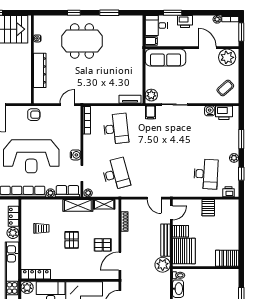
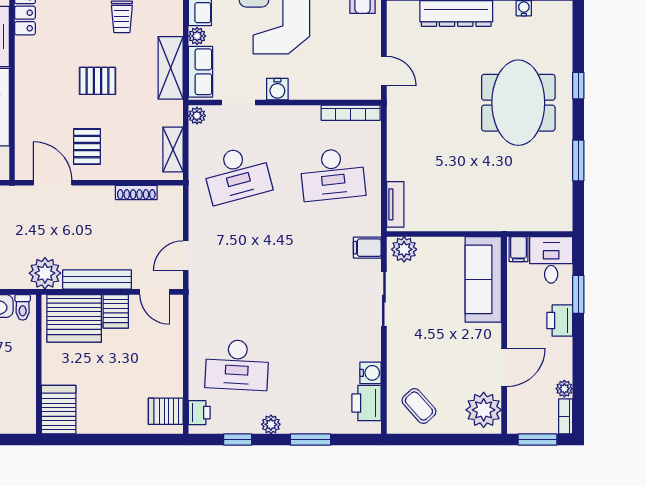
shelving: (78, 205) -> (171, 68), moved
server rack: (208, 208) -> (166, 411), moved

